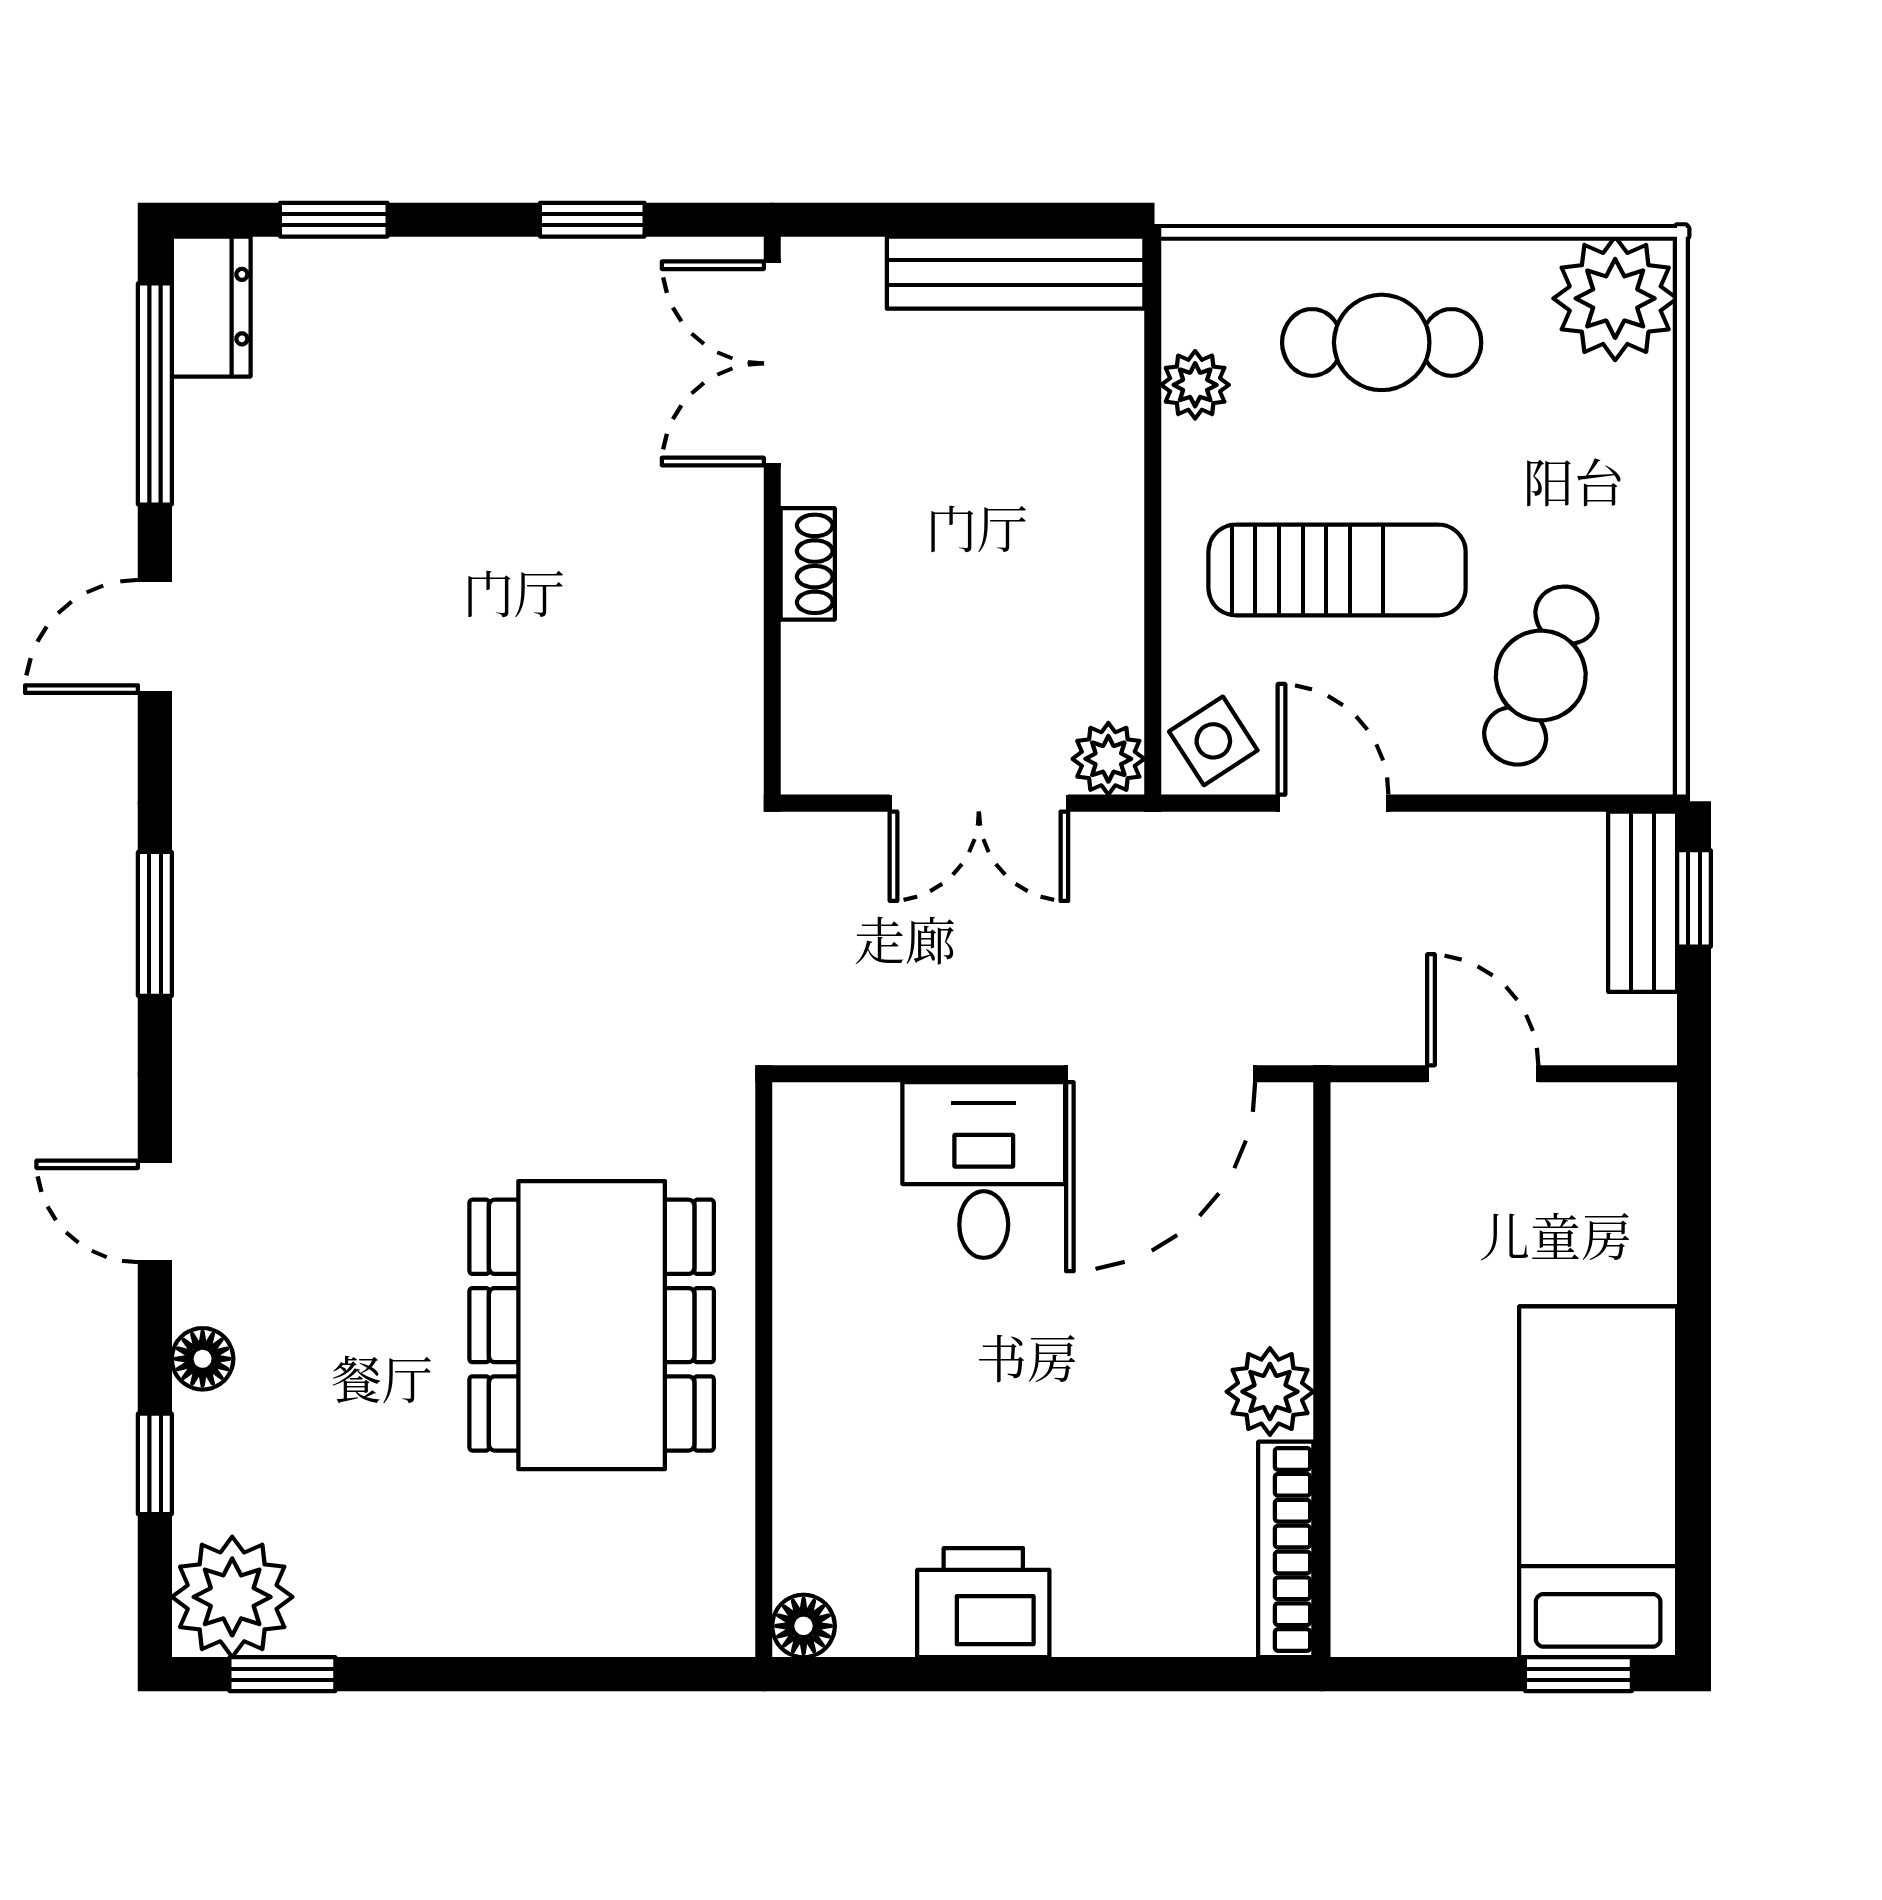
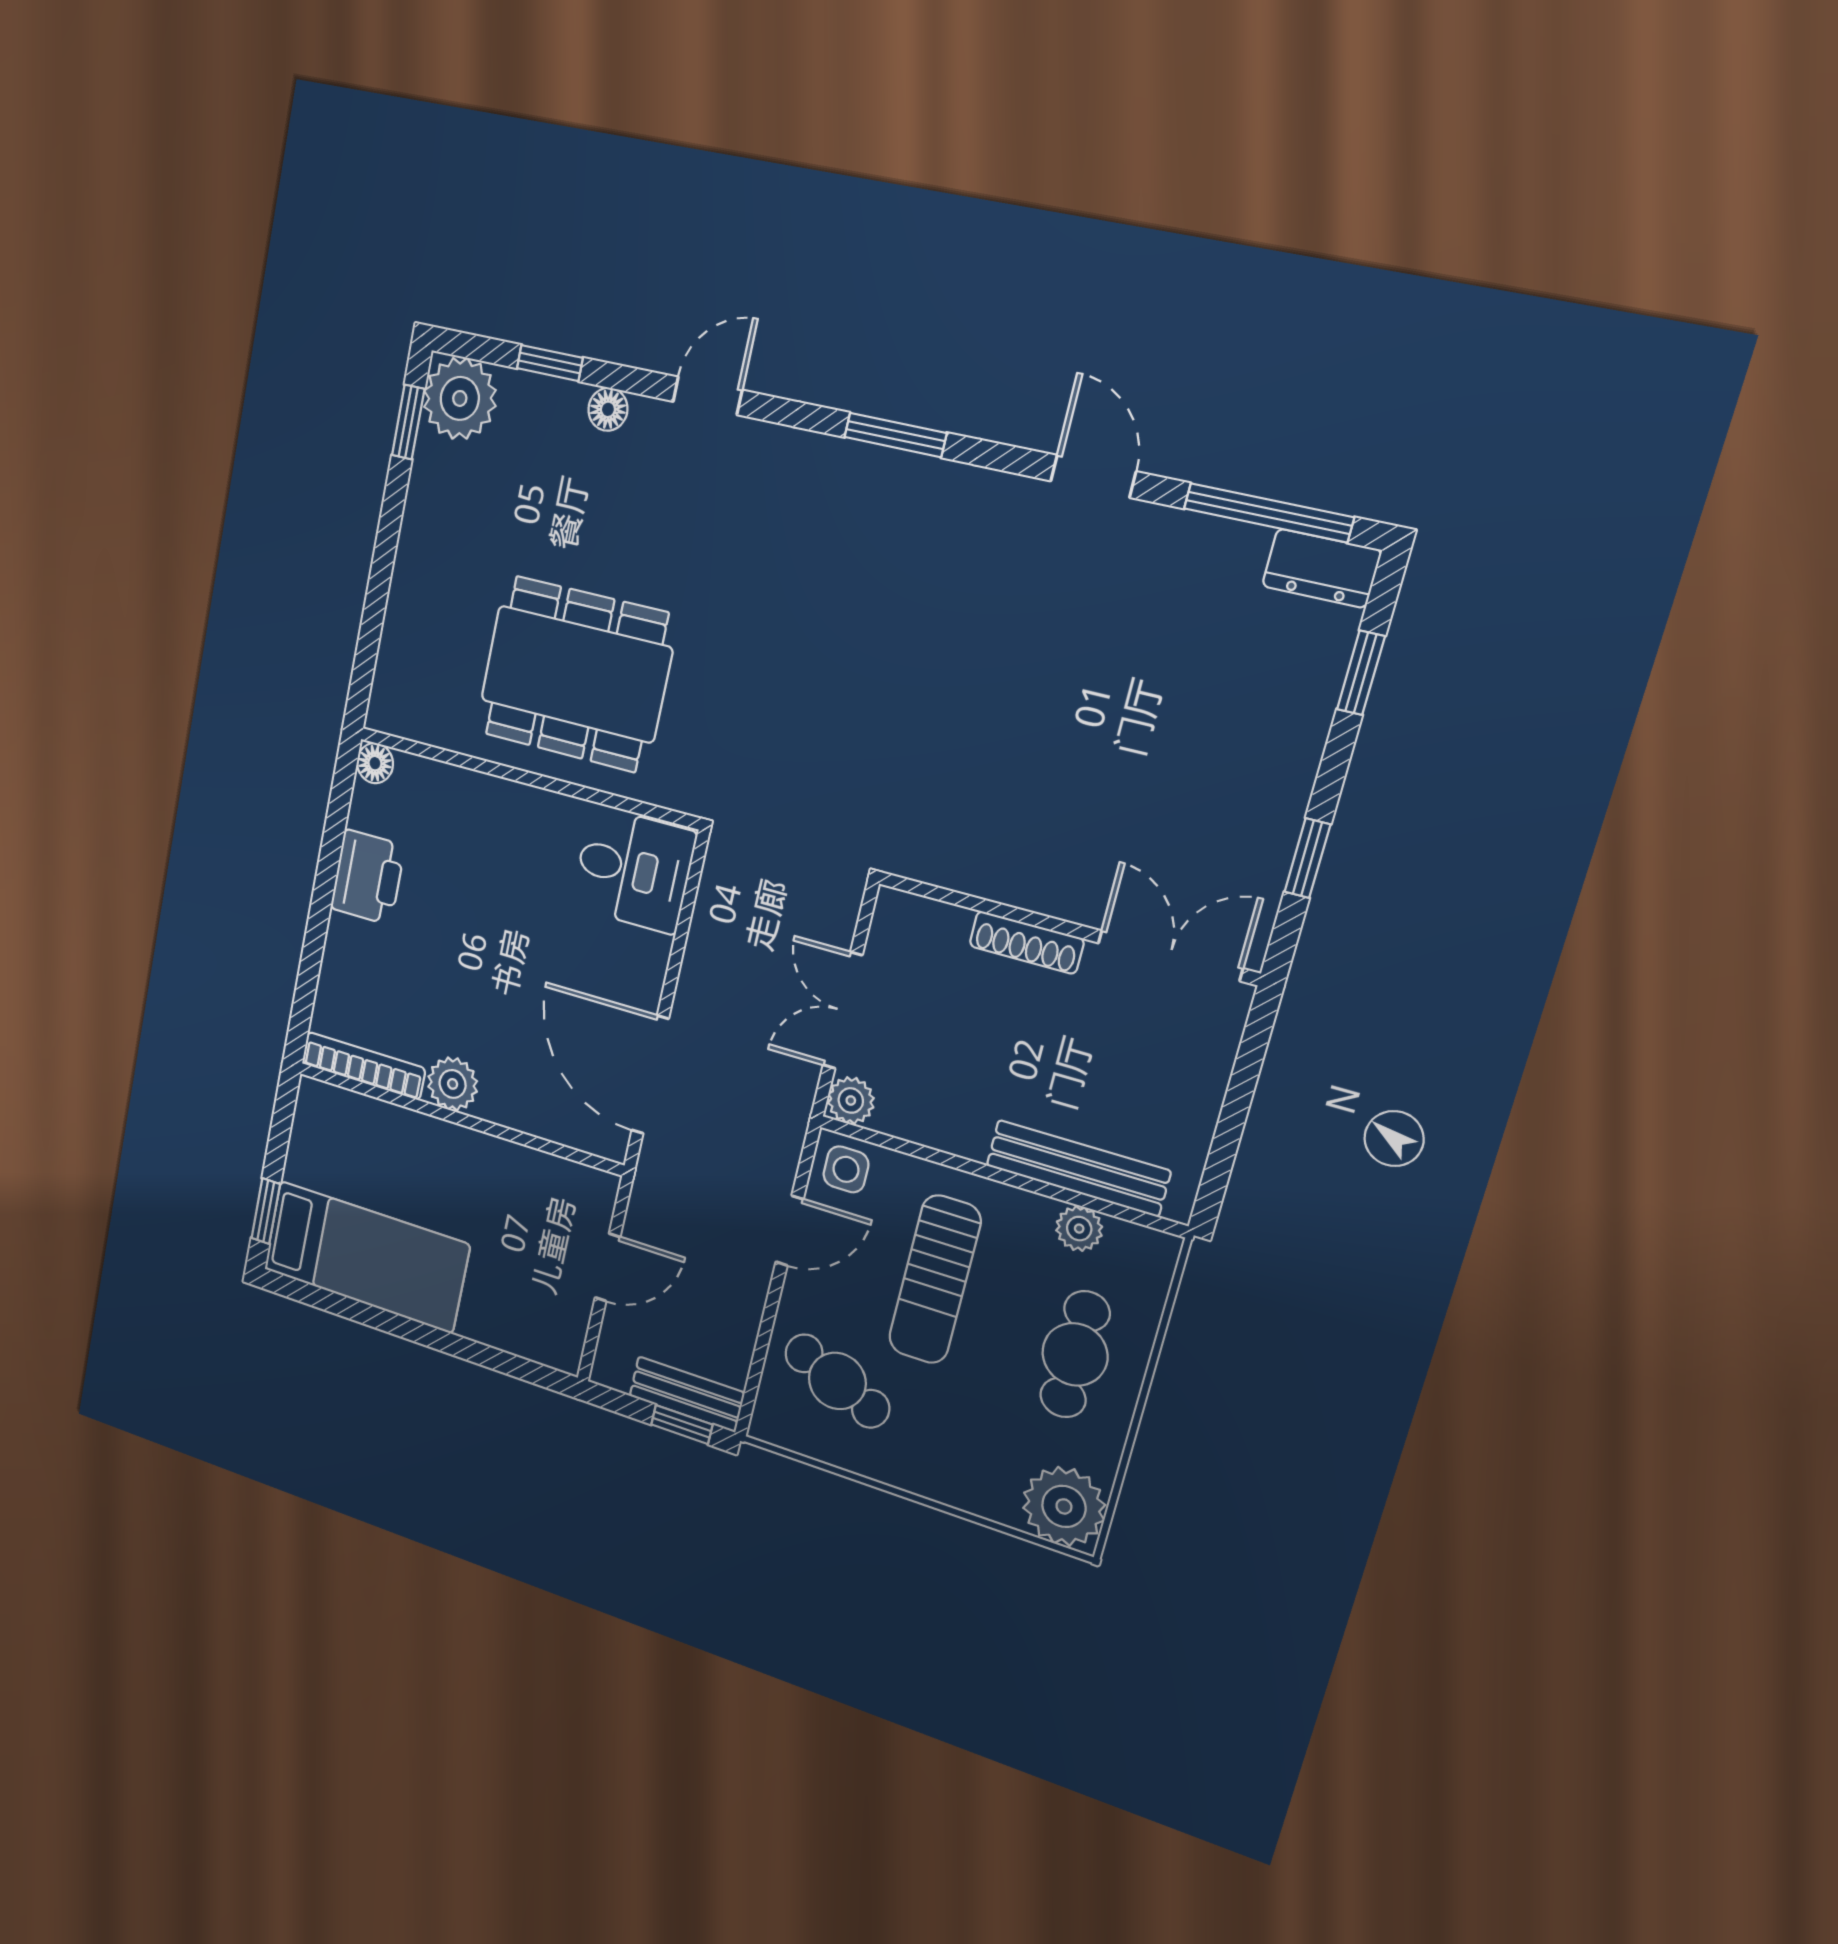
bench: (1016, 273) -> (1078, 1168), moved, turned 90
shoe rack: (808, 564) -> (1027, 942), width x1.43
side table: (1213, 741) -> (846, 1169), turned 33
desk: (984, 1170) -> (633, 870), moved

